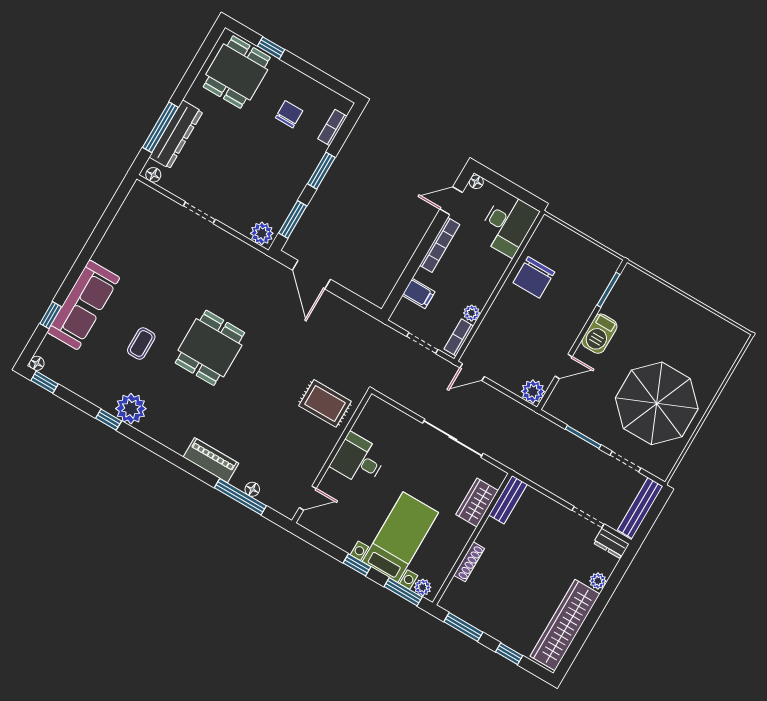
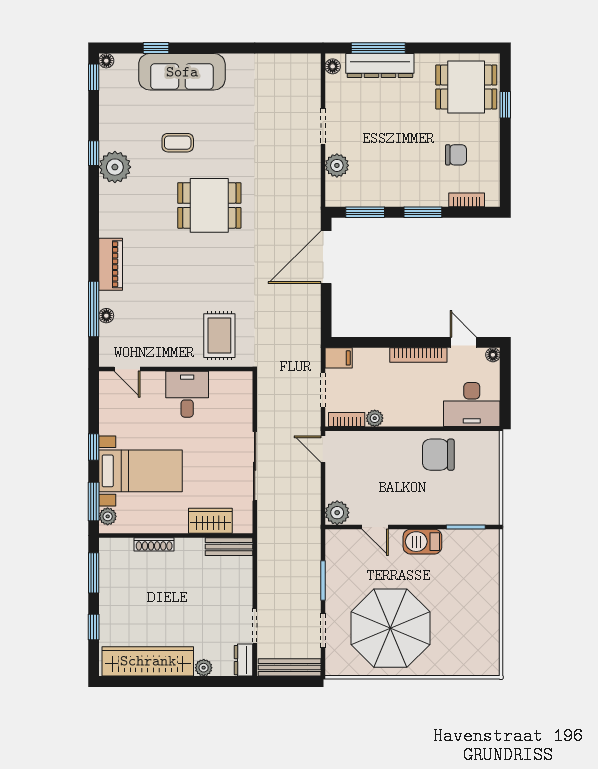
plant: (262, 233) -> (337, 165), moved
door: (311, 275) -> (326, 257), width x1.36
filing cabinet: (418, 293) -> (339, 358), moved, turned -90

